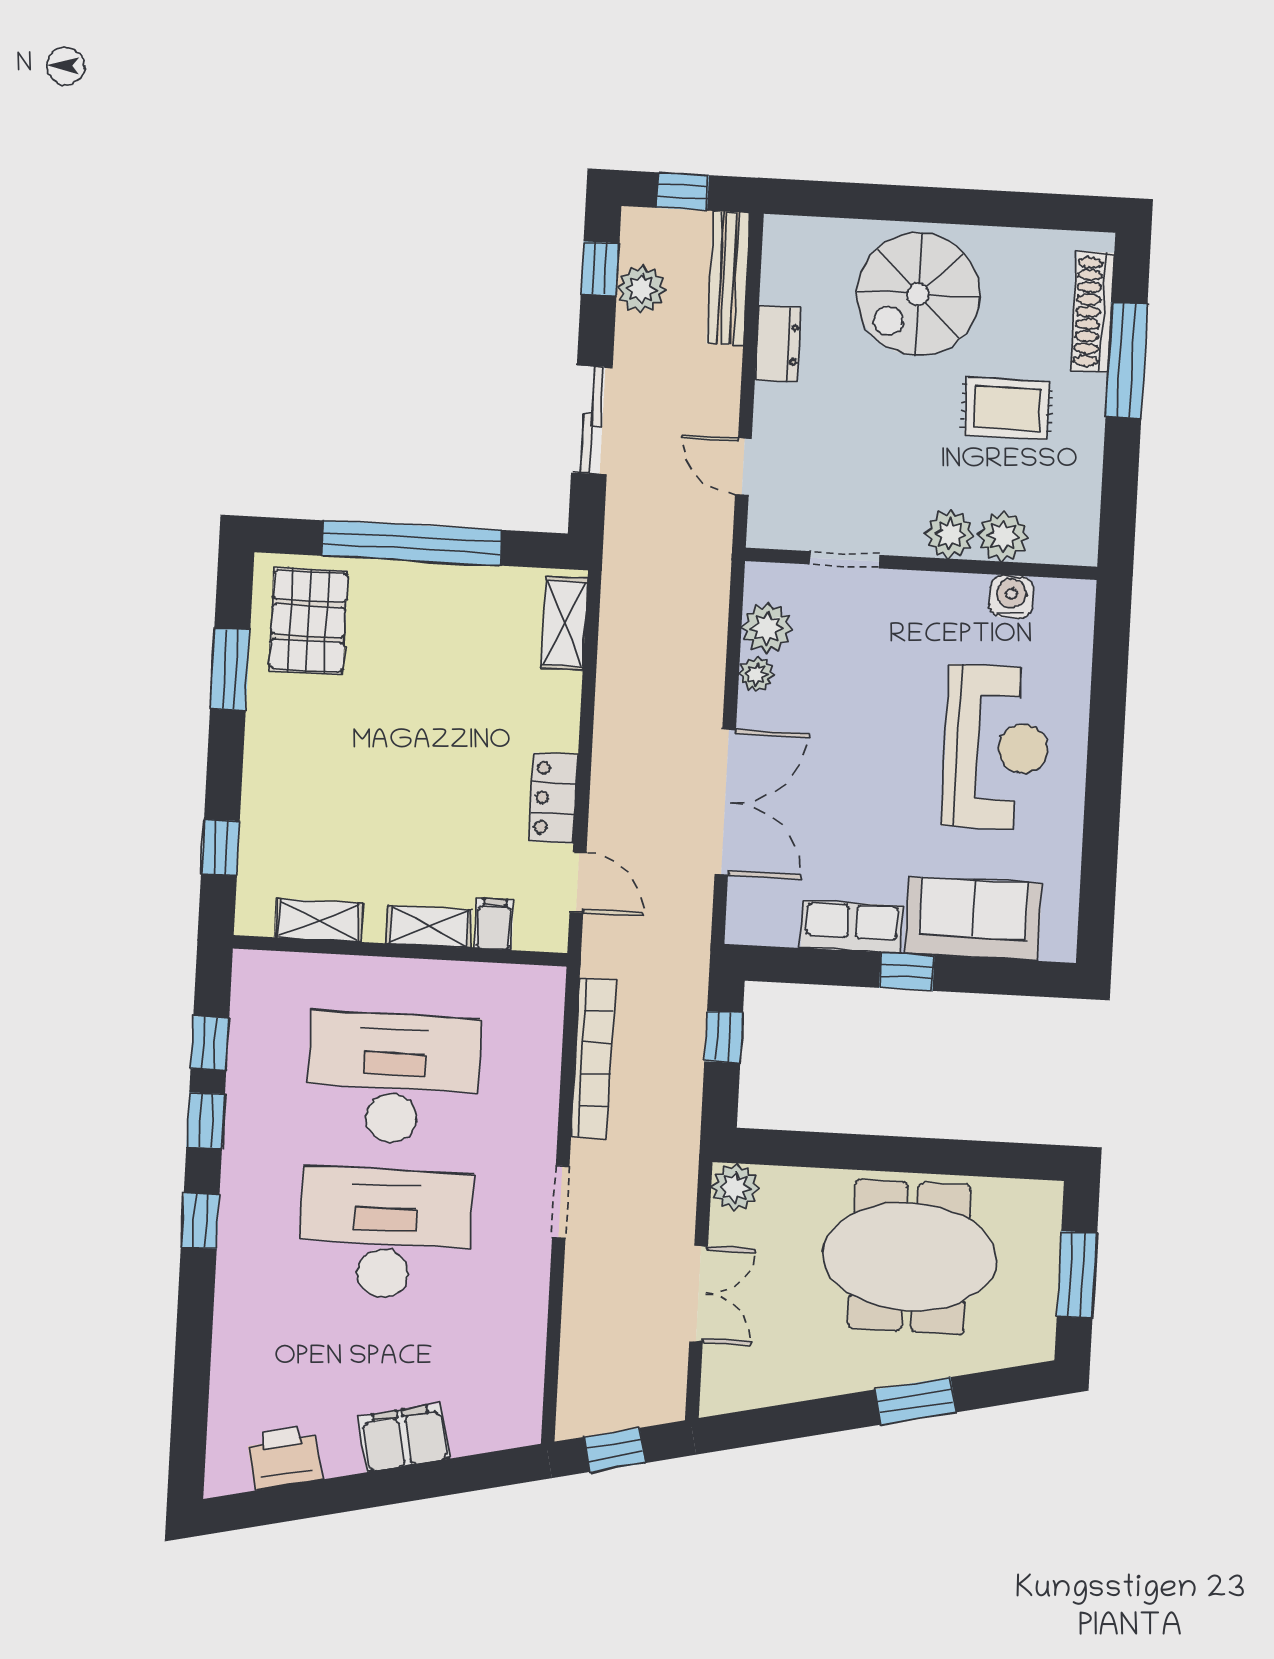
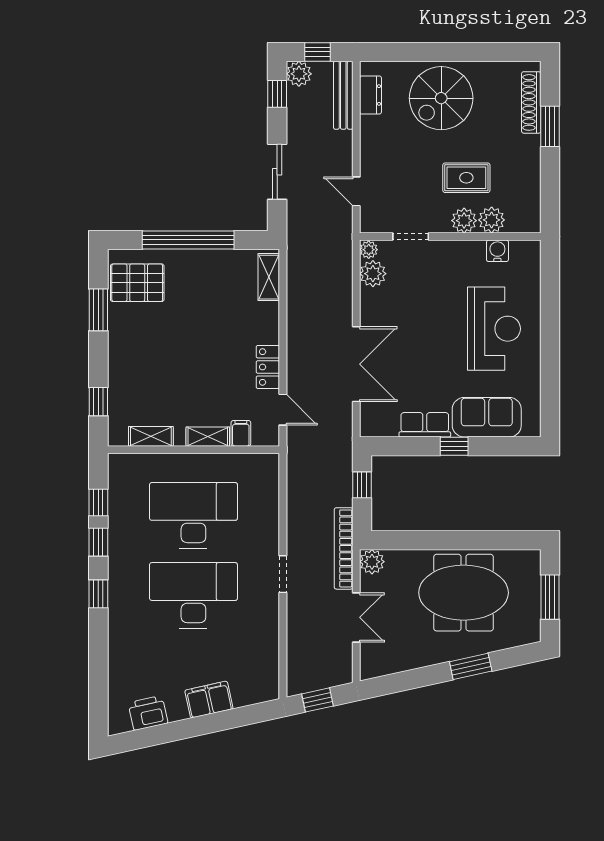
plant: (641, 289) -> (299, 74), moved
dresser: (778, 344) -> (370, 95), moved
window: (1126, 360) -> (550, 126), width x0.69
rug: (1007, 409) -> (466, 178), moved
pallet: (308, 621) -> (137, 283), turned 90
plant: (756, 674) -> (369, 250), moved
bookcase: (593, 1058) -> (344, 548), moved, turned 180

